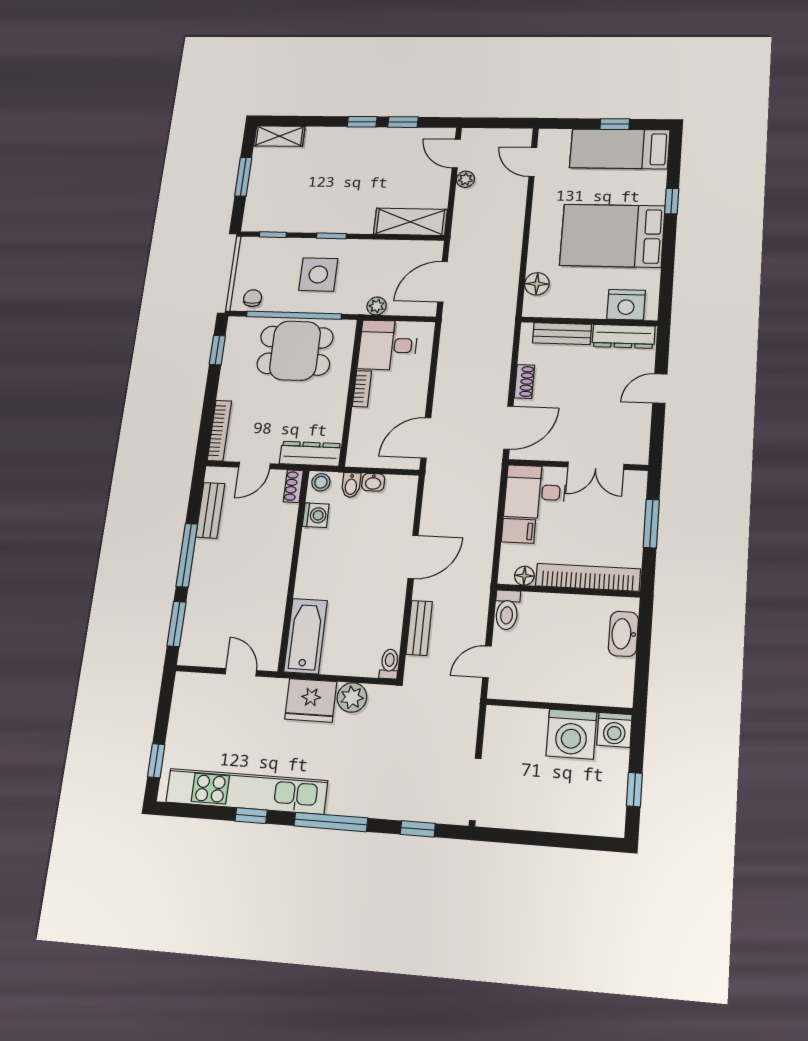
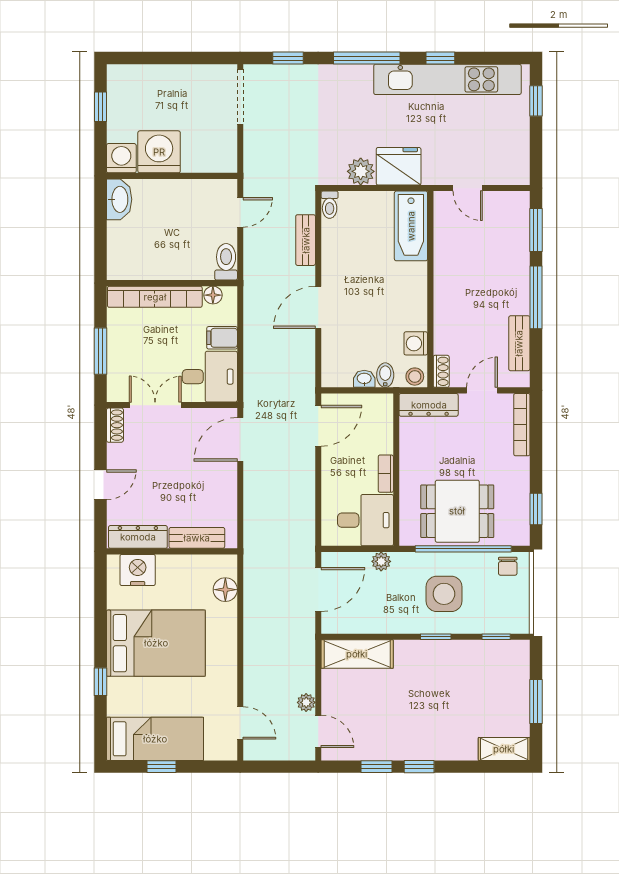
shoe rack: (524, 381) -> (115, 425), moved, turned 180
washbasin: (623, 634) -> (119, 199), moved

